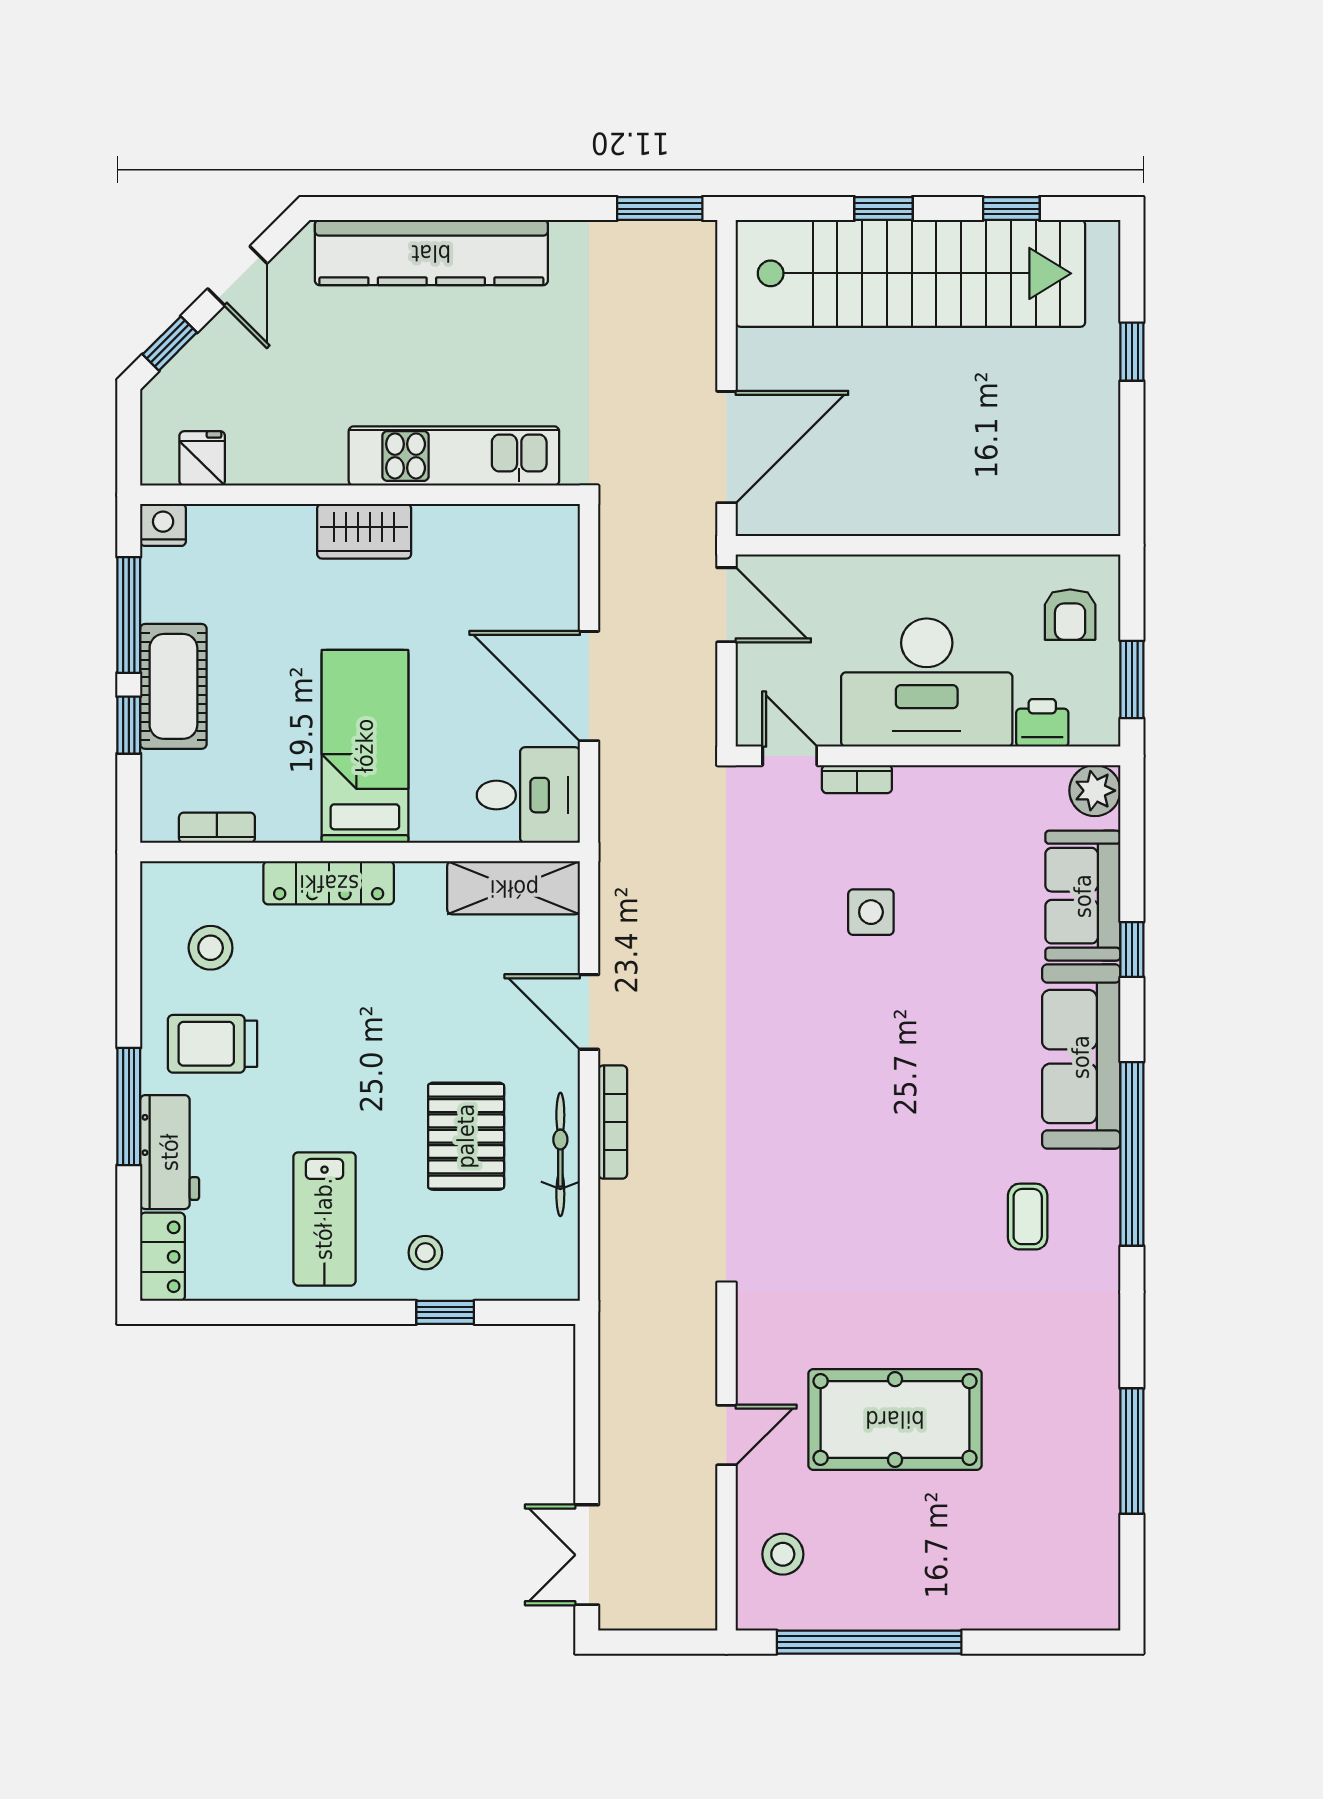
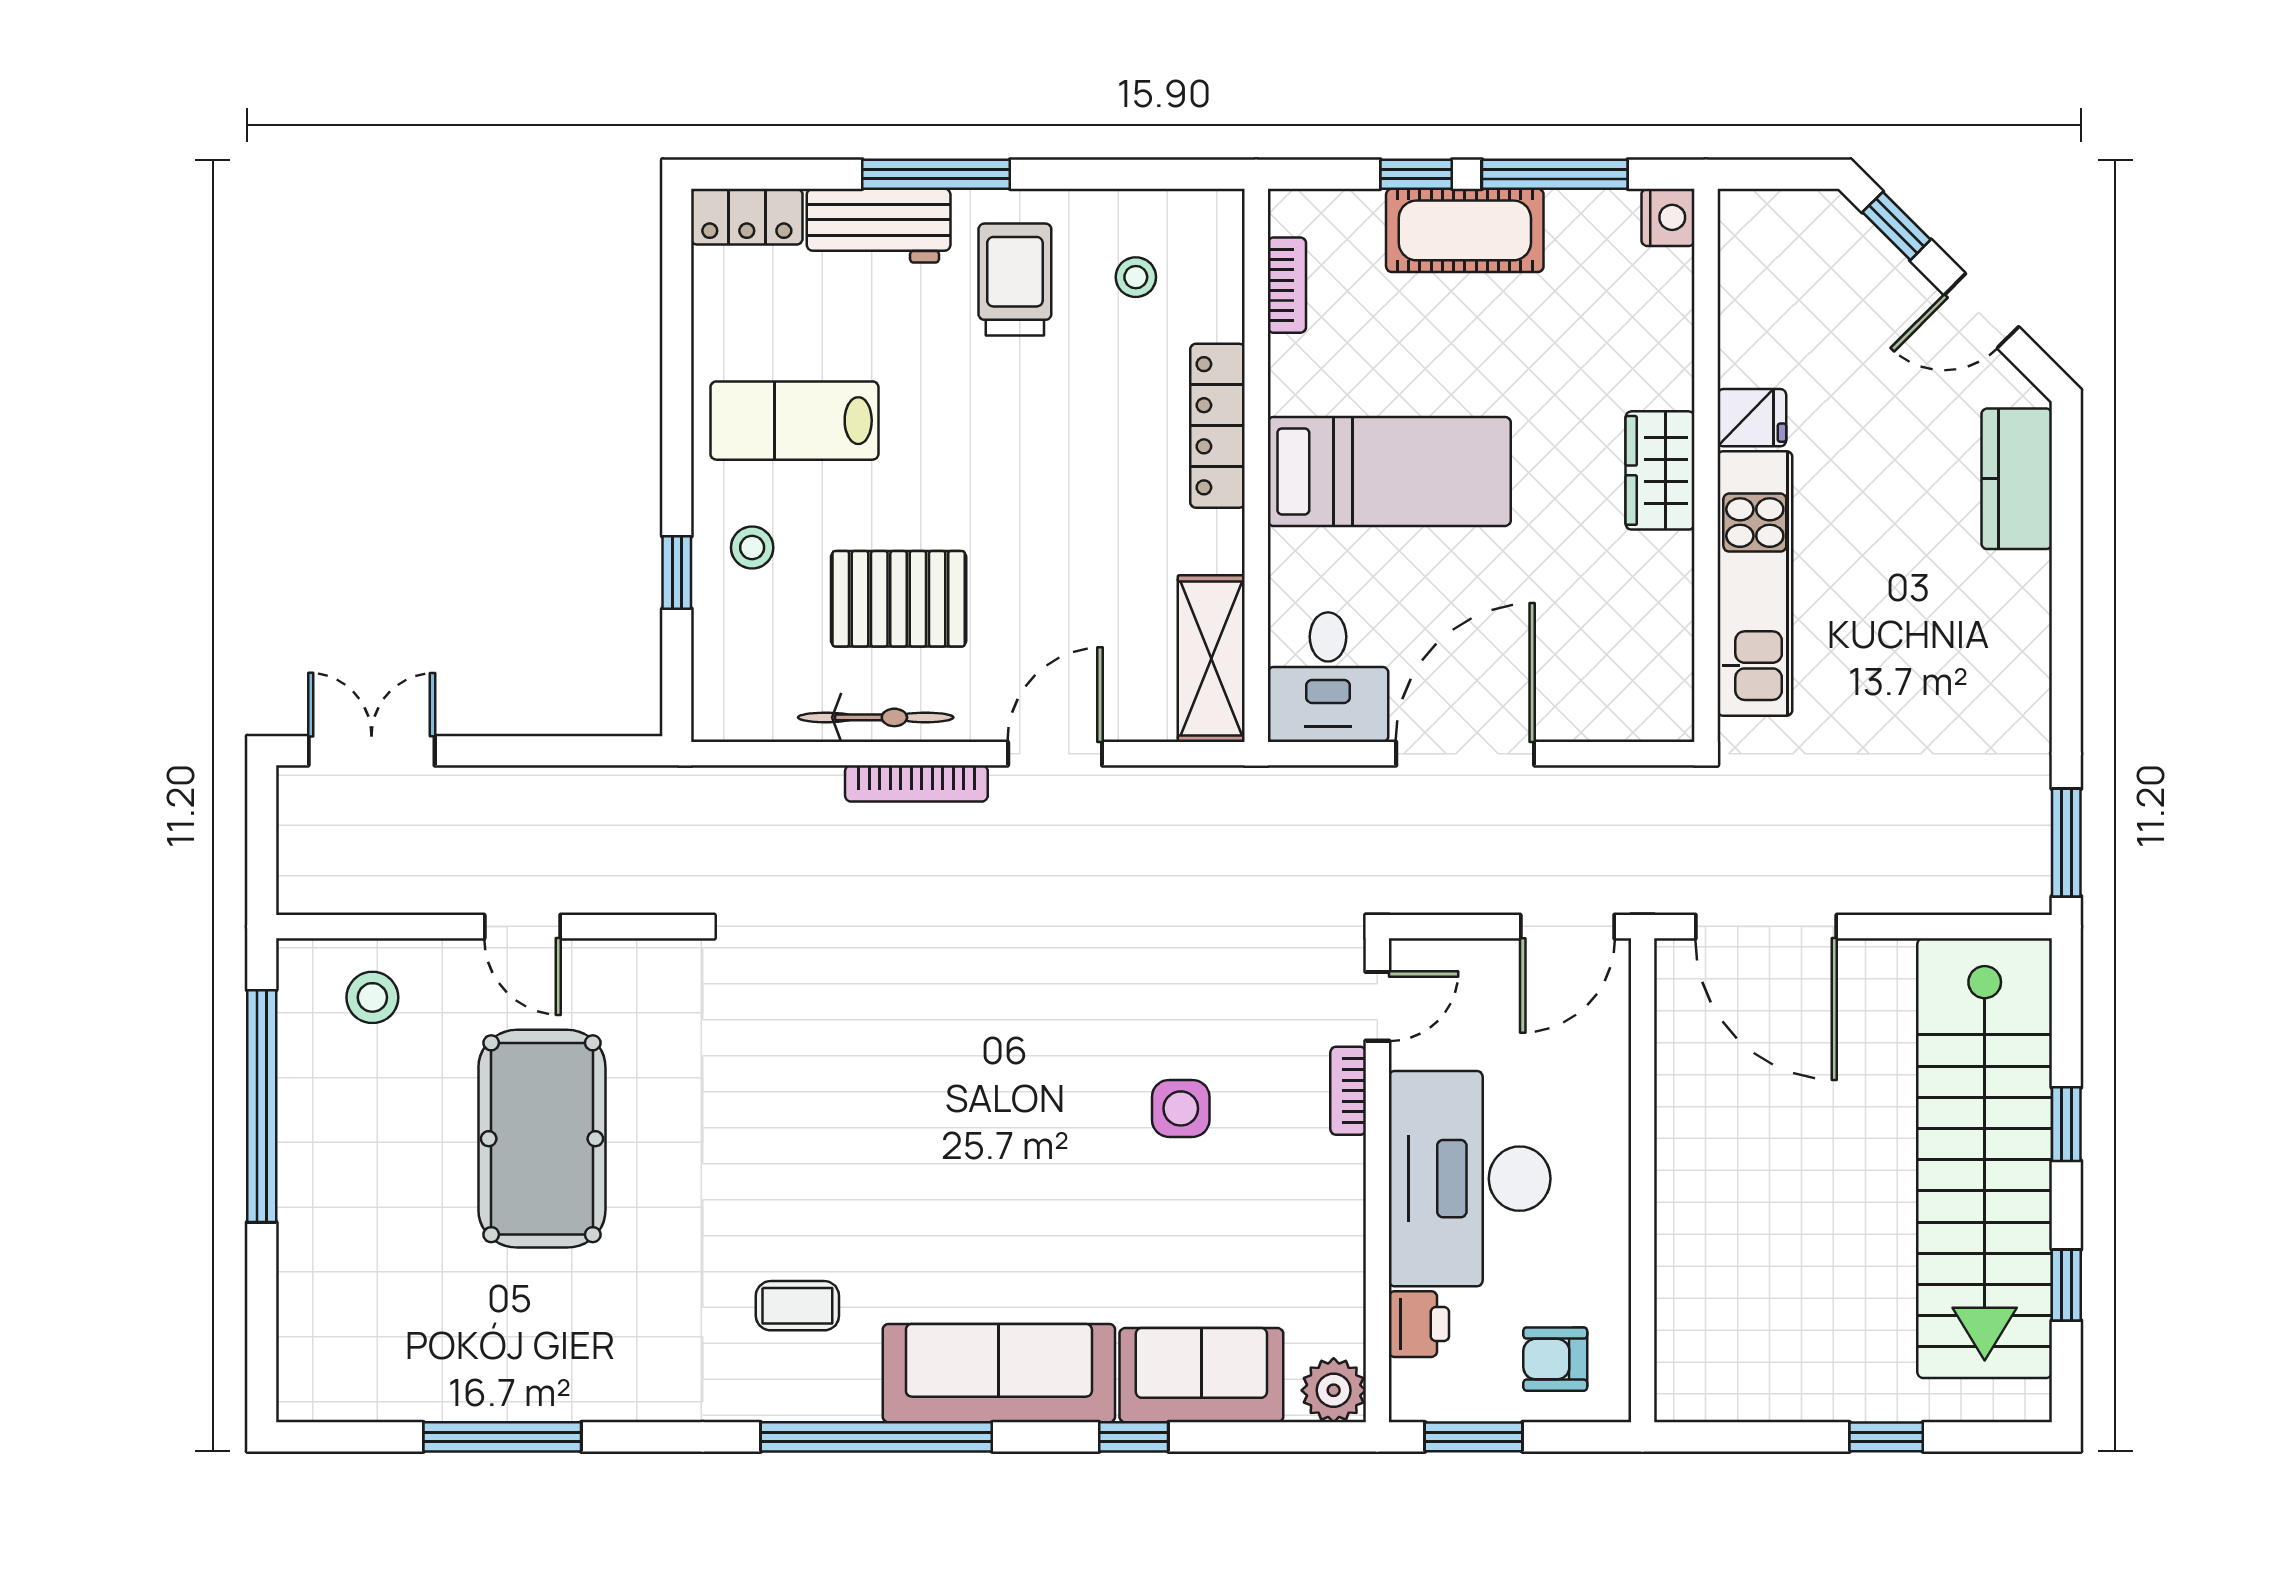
kitchen counter: (431, 253) -> (2017, 479), width x0.48, depth x0.86
fridge: (202, 458) -> (1752, 418), moved
stool: (211, 948) -> (1136, 277), width x0.73, depth x0.73

